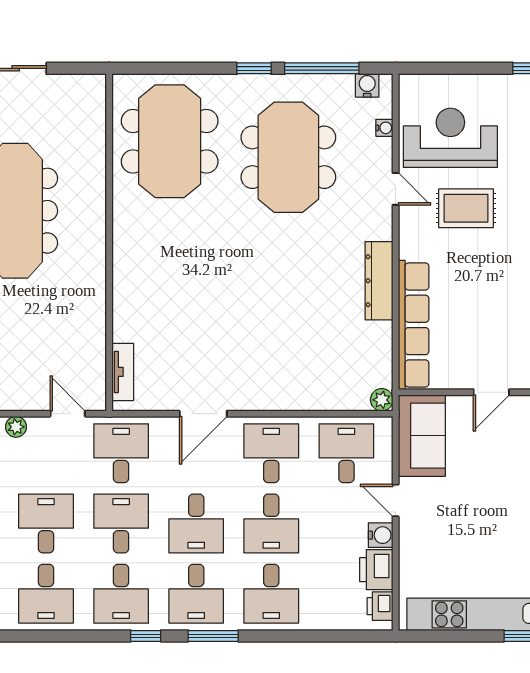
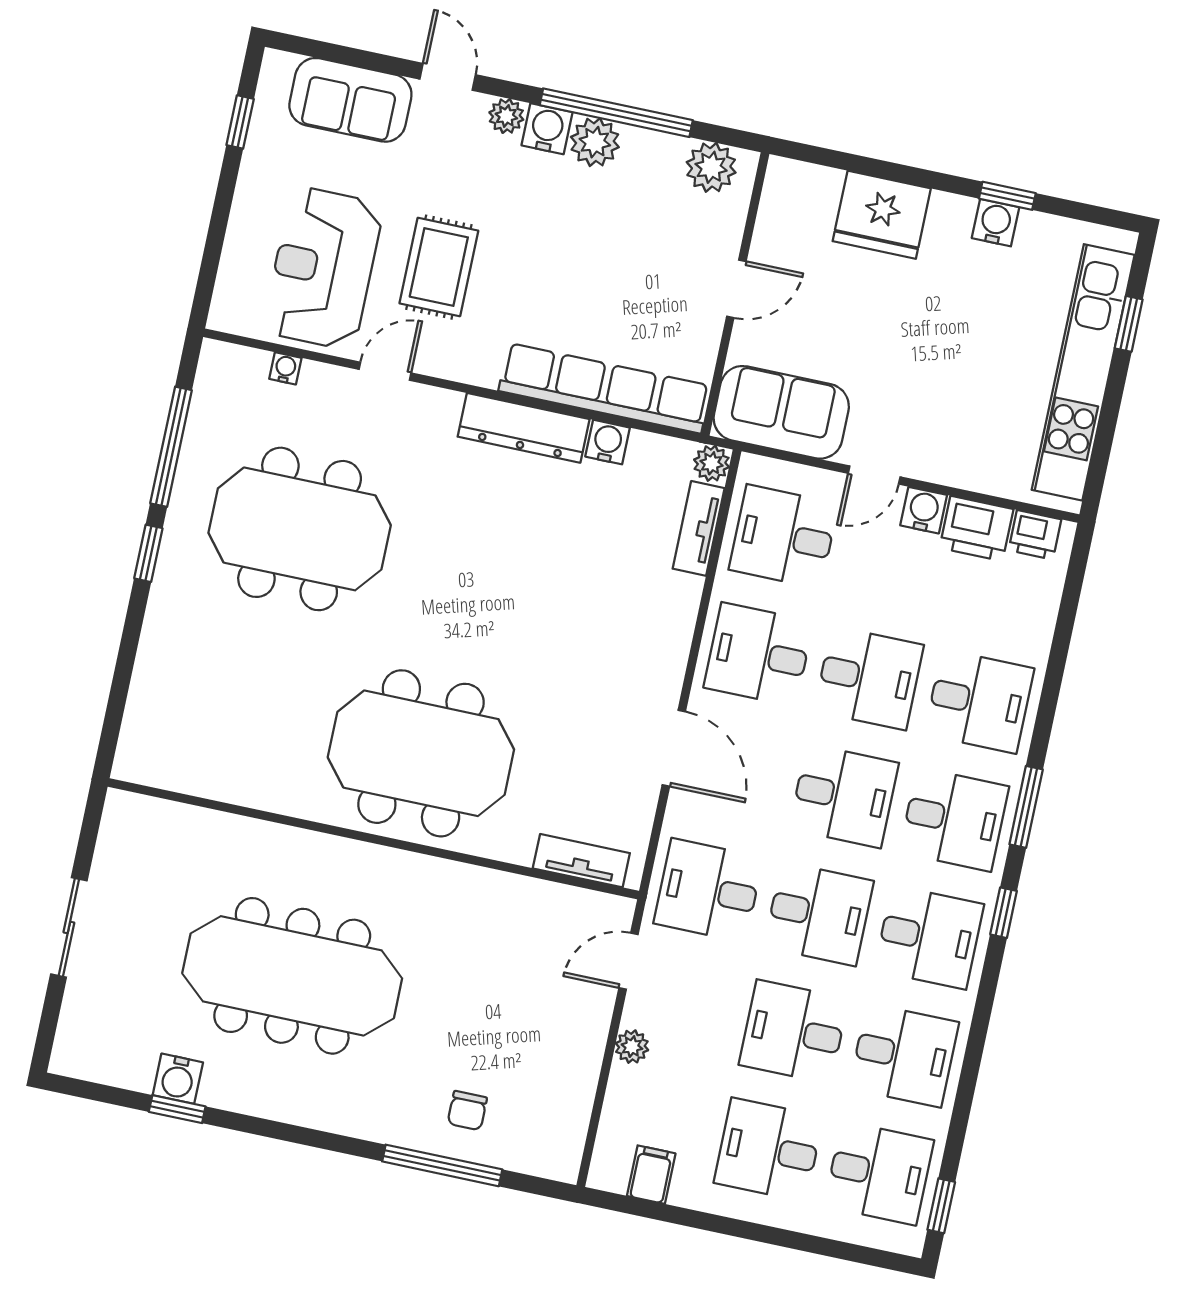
water cooler: (367, 85) -> (608, 442), moved, turned 90
meeting table: (170, 141) -> (421, 753), moved
door: (491, 392) -> (736, 289), hinge flipped
tv unit: (340, 400) -> (699, 528), added
desk: (121, 523) -> (819, 914), turned 180

